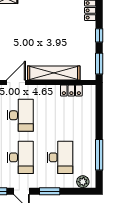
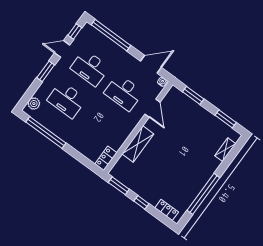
shelving: (54, 73) -> (138, 144), width x0.68
locker: (71, 91) -> (106, 158), moved
window: (99, 155) -> (46, 133), width x1.46

